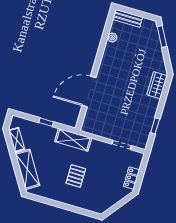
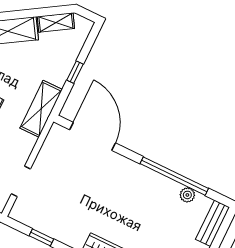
window: (102, 48) -> (174, 176), added
door: (89, 92) -> (93, 136), moved

